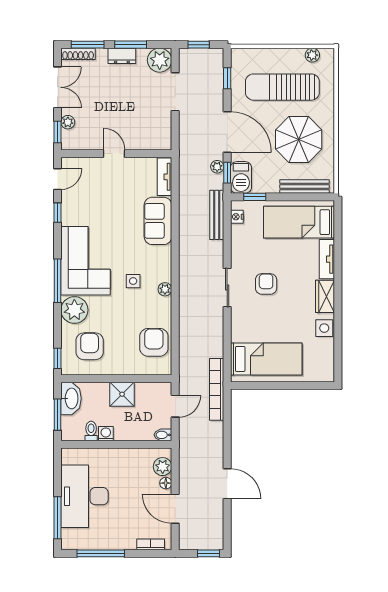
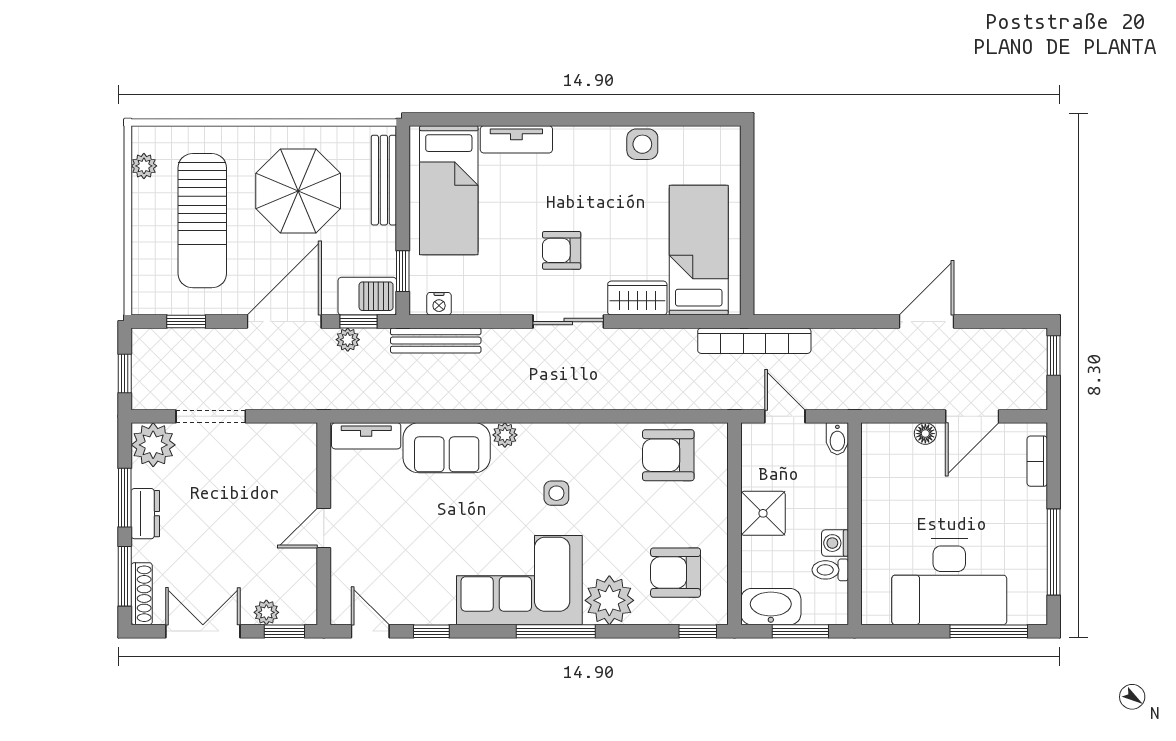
plant: (165, 289) -> (505, 435), moved
wardrobe: (325, 296) -> (637, 298), moved, turned 180
plant: (163, 467) -> (895, 439), removed

